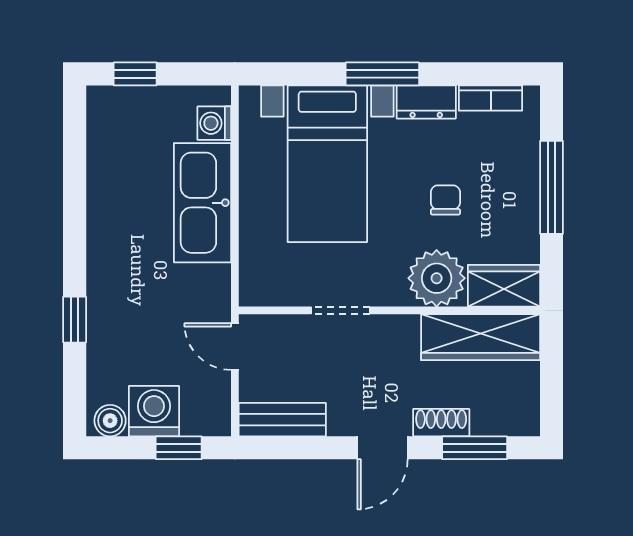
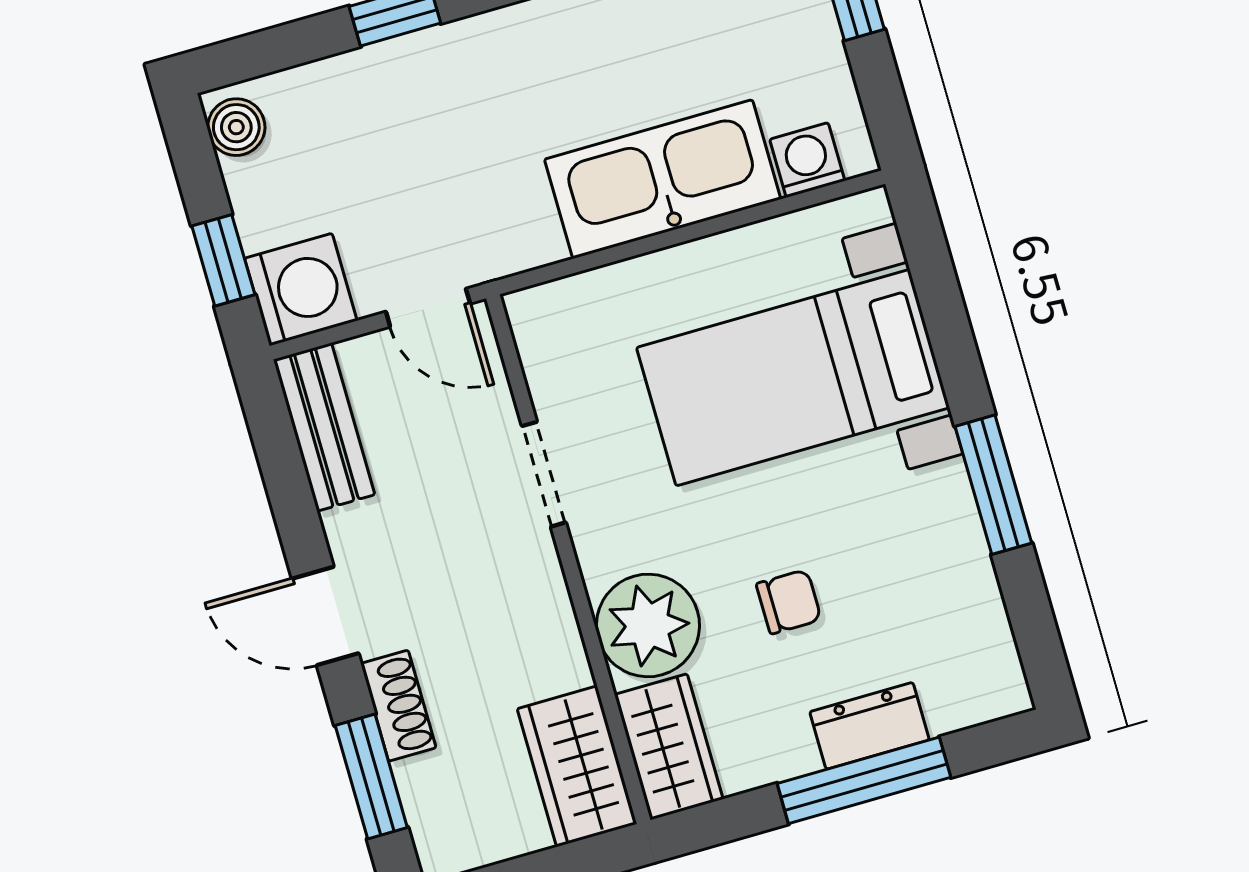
window: (382, 74) -> (993, 485), moved
bookcase: (491, 98) -> (989, 629), removed
dresser: (426, 102) -> (869, 726), moved, turned 90
wardrobe: (481, 337) -> (577, 766), width x0.67
door: (235, 347) -> (428, 308), swing flipped
washing machine: (154, 411) -> (301, 290), moved

